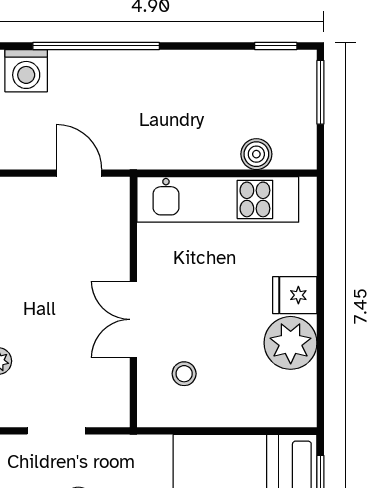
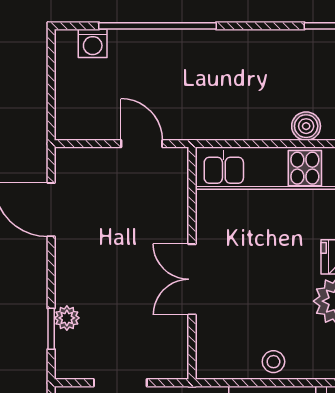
washing machine: (26, 71) -> (93, 43), width x0.73, depth x0.73
stool: (184, 374) -> (273, 362), moved

